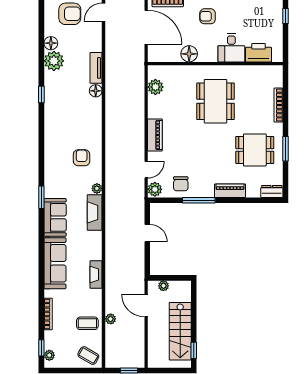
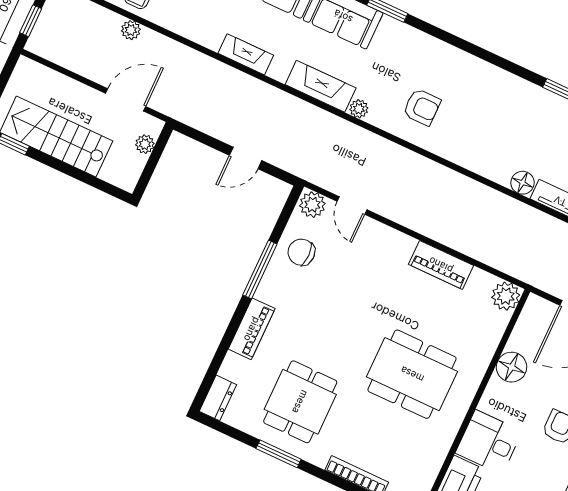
plant: (155, 87) -> (506, 296), moved
piano: (155, 135) -> (441, 265), moved
fireplace: (96, 275) -> (246, 54), moved

